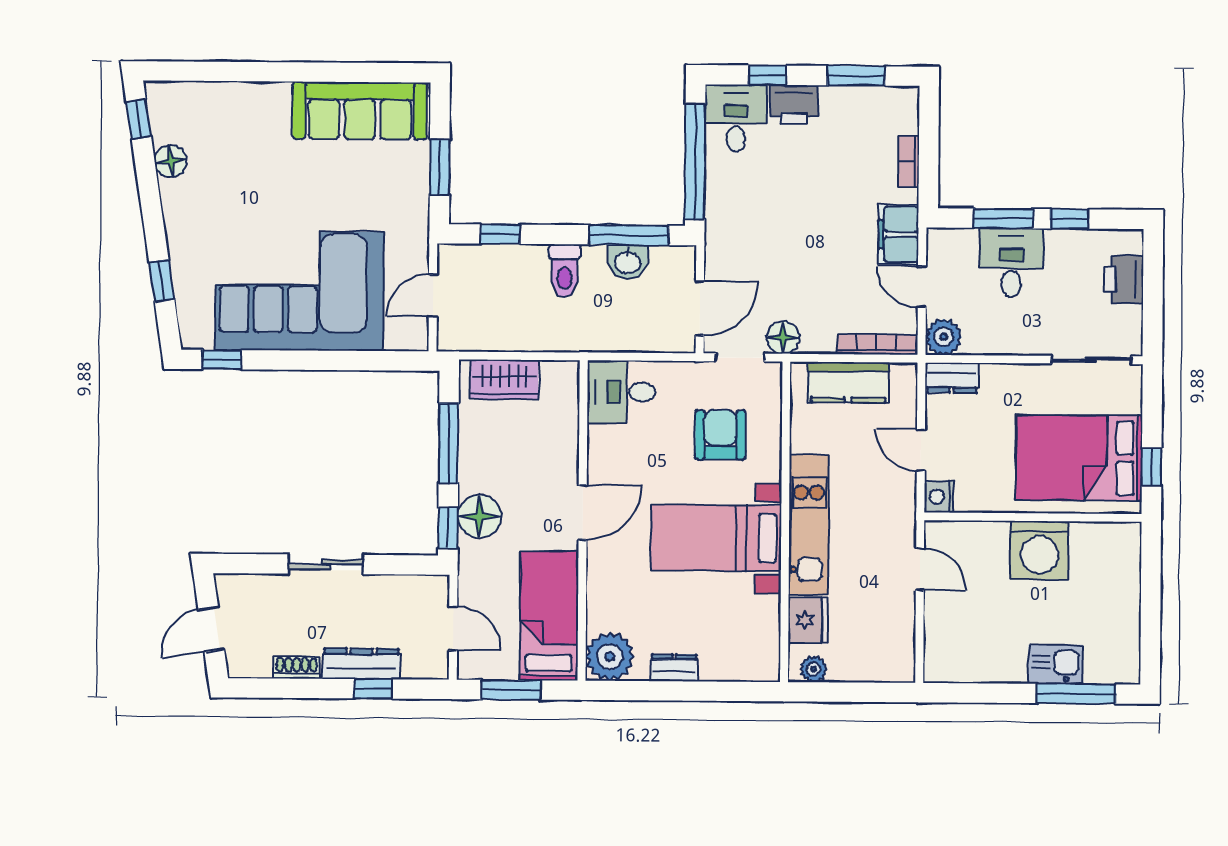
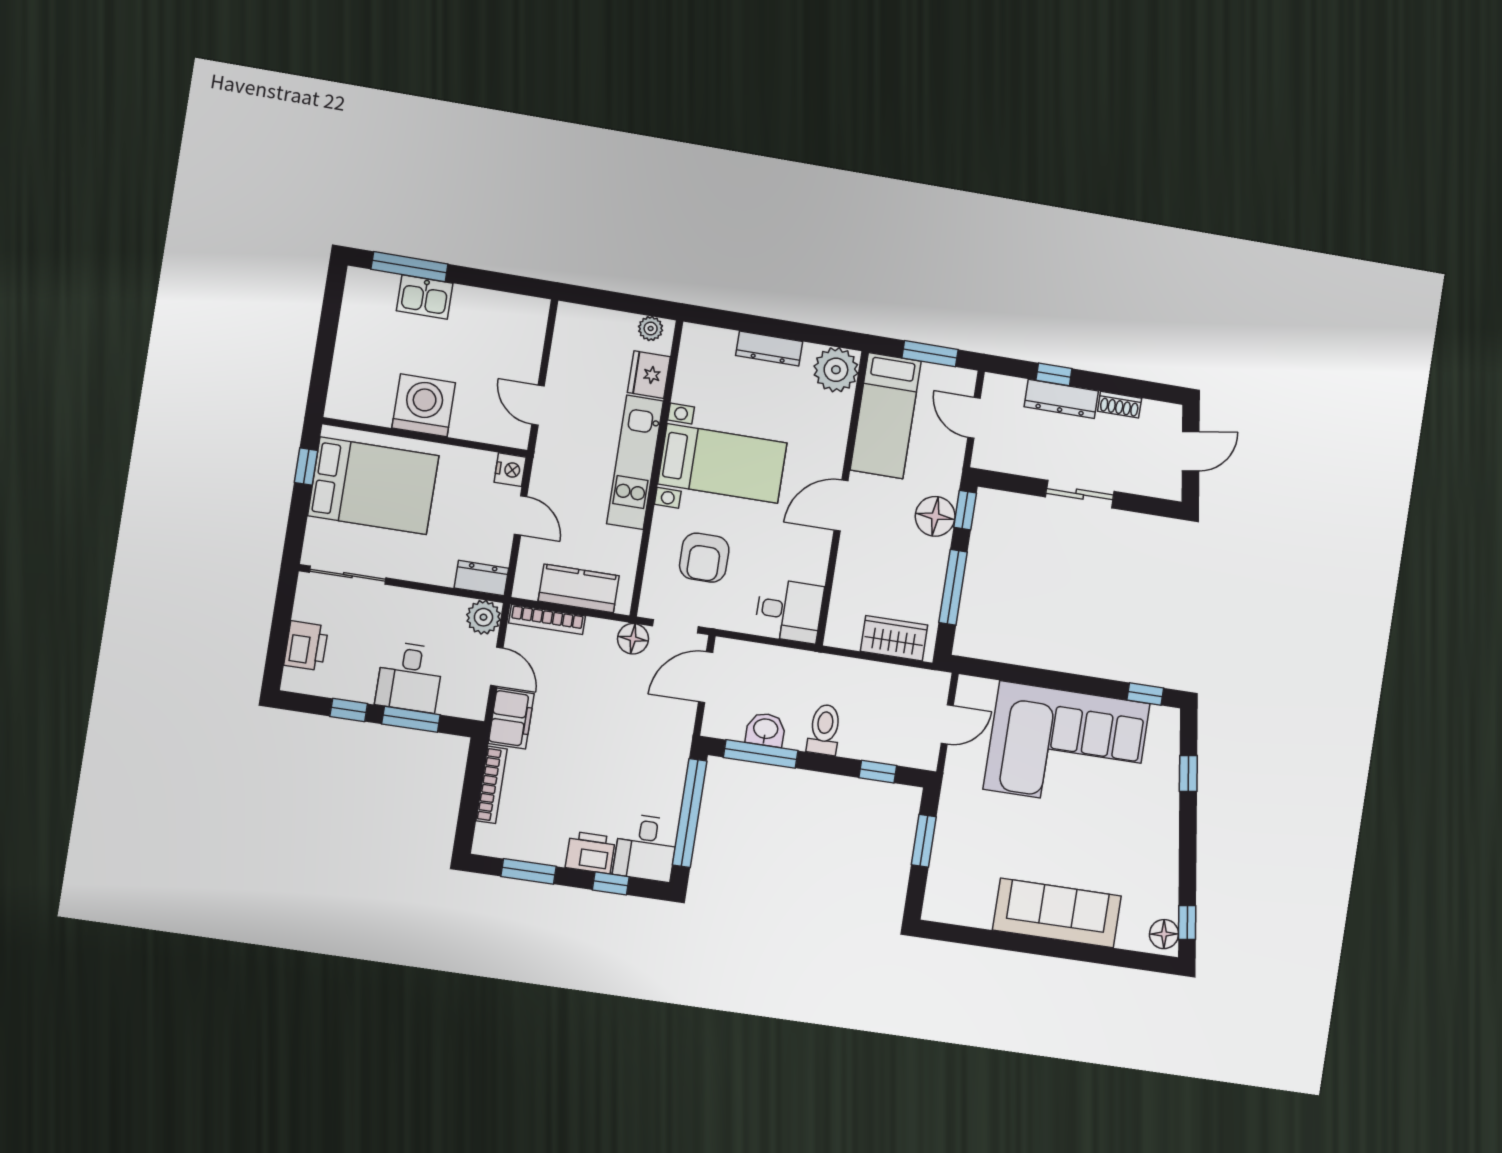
sofa: (360, 111) -> (1057, 913), moved
floor lamp: (171, 161) -> (1164, 934), moved
bookcase: (909, 162) -> (492, 785), width x1.56
dresser: (674, 668) -> (769, 349), width x1.44

